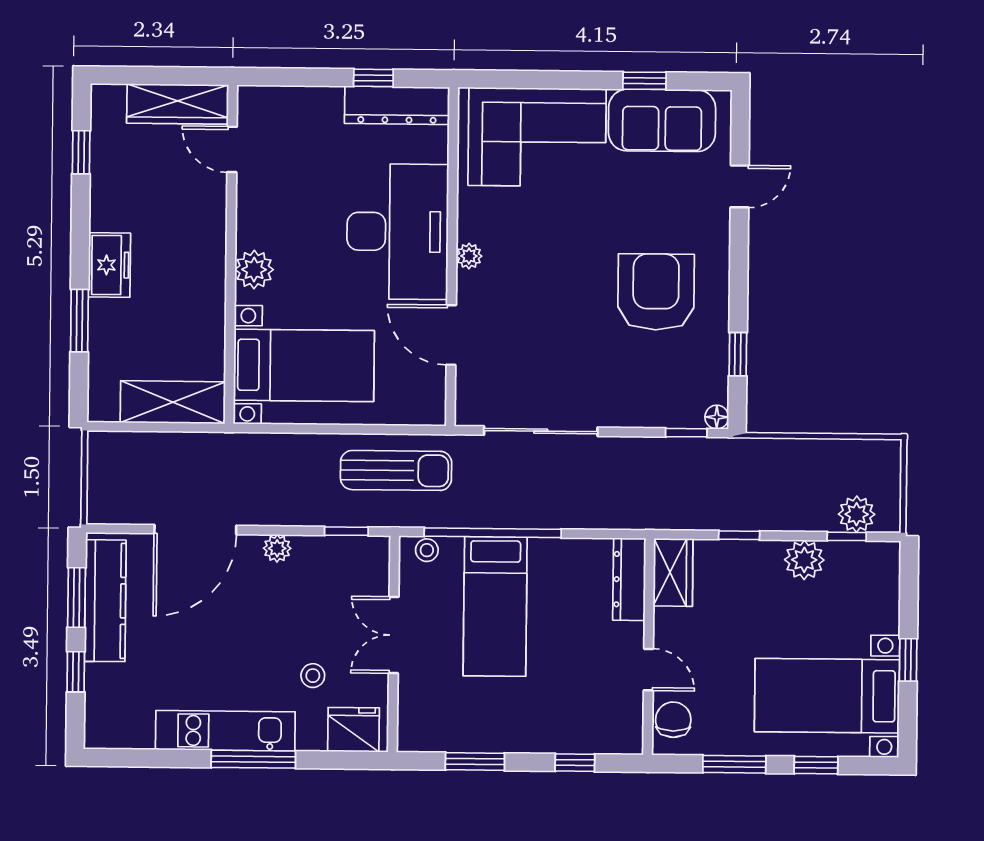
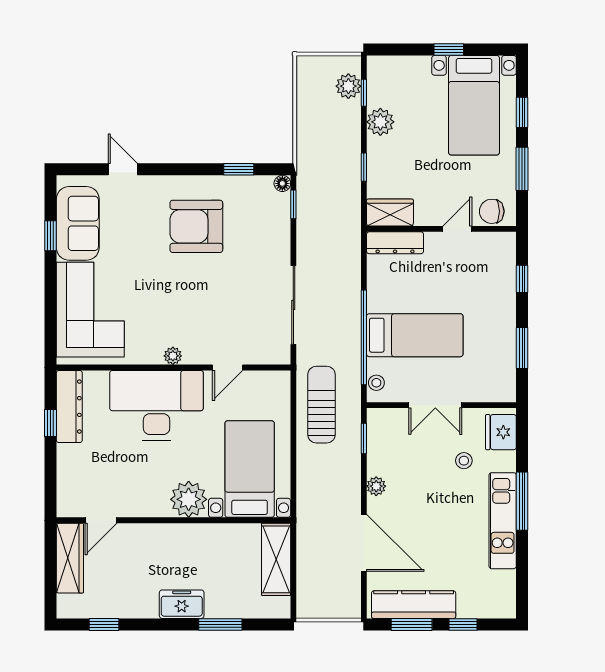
plant: (254, 270) -> (189, 499), width x1.36, depth x1.36
door: (451, 335) -> (228, 368), width x0.73

